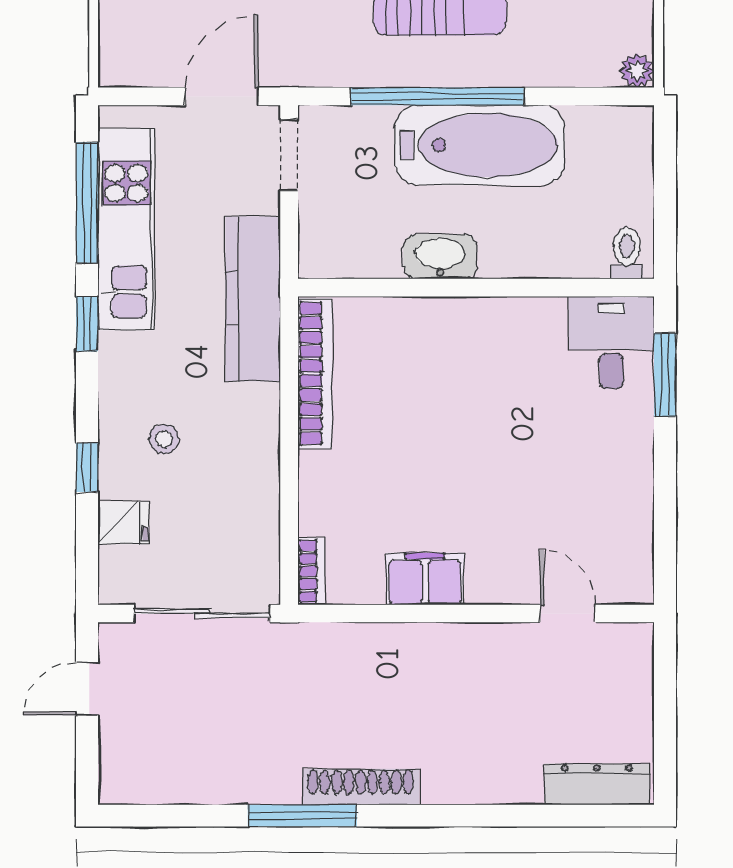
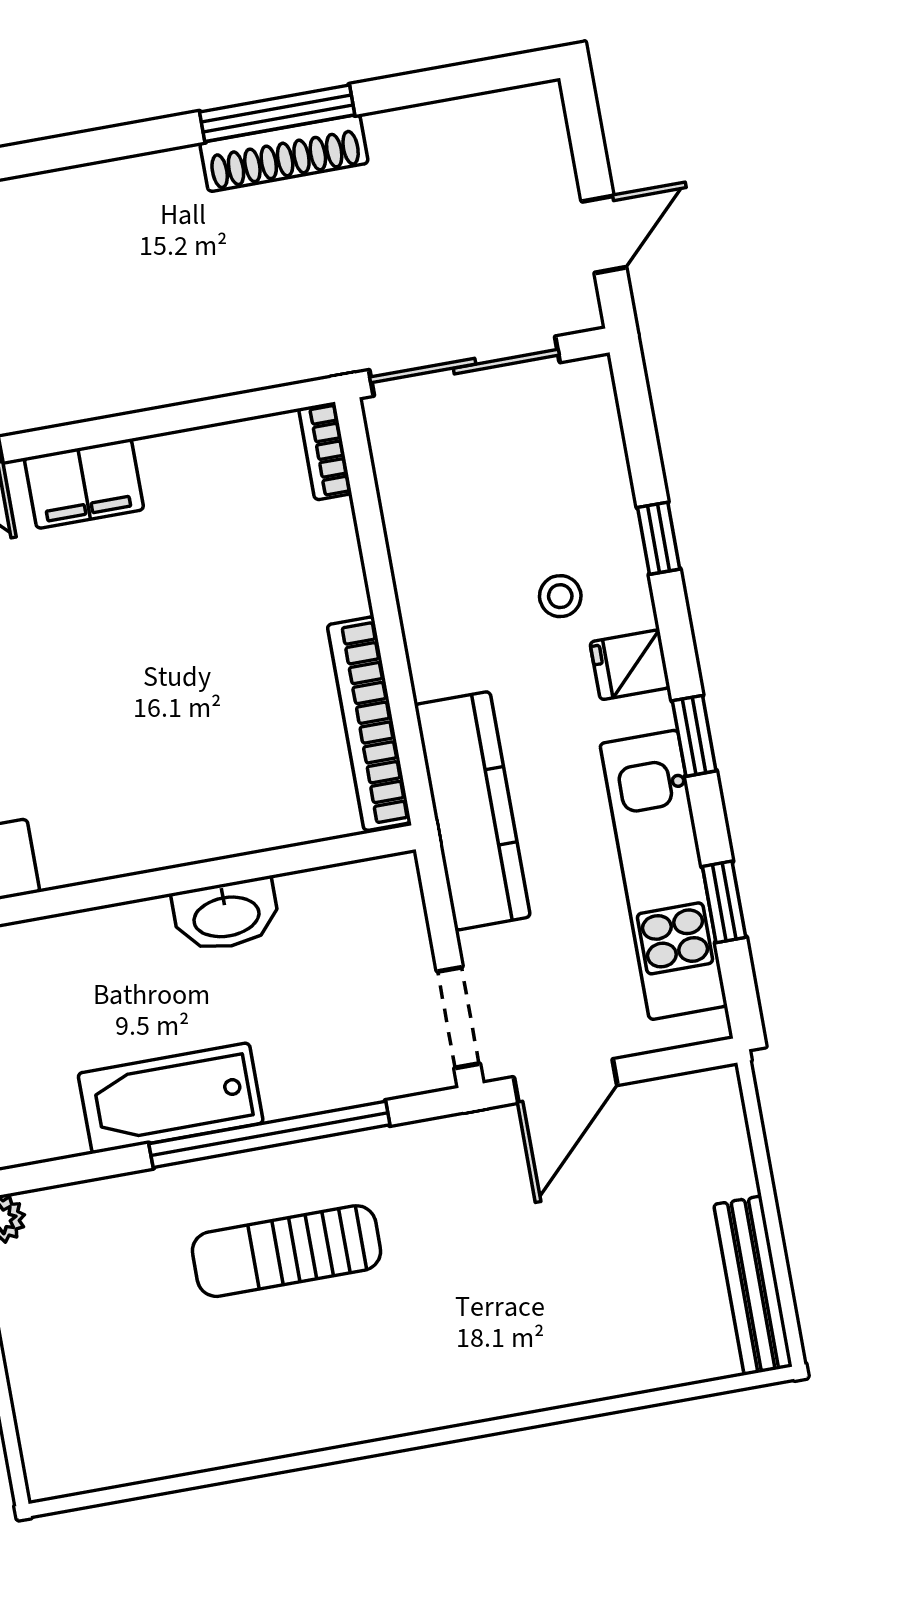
bathtub: (480, 145) -> (171, 1098), width x0.73, depth x0.73
window: (87, 203) -> (724, 902), width x0.46
fridge: (123, 523) -> (630, 665), moved
filing cabinet: (425, 579) -> (84, 484), moved
shoe rack: (361, 787) -> (284, 153), moved

